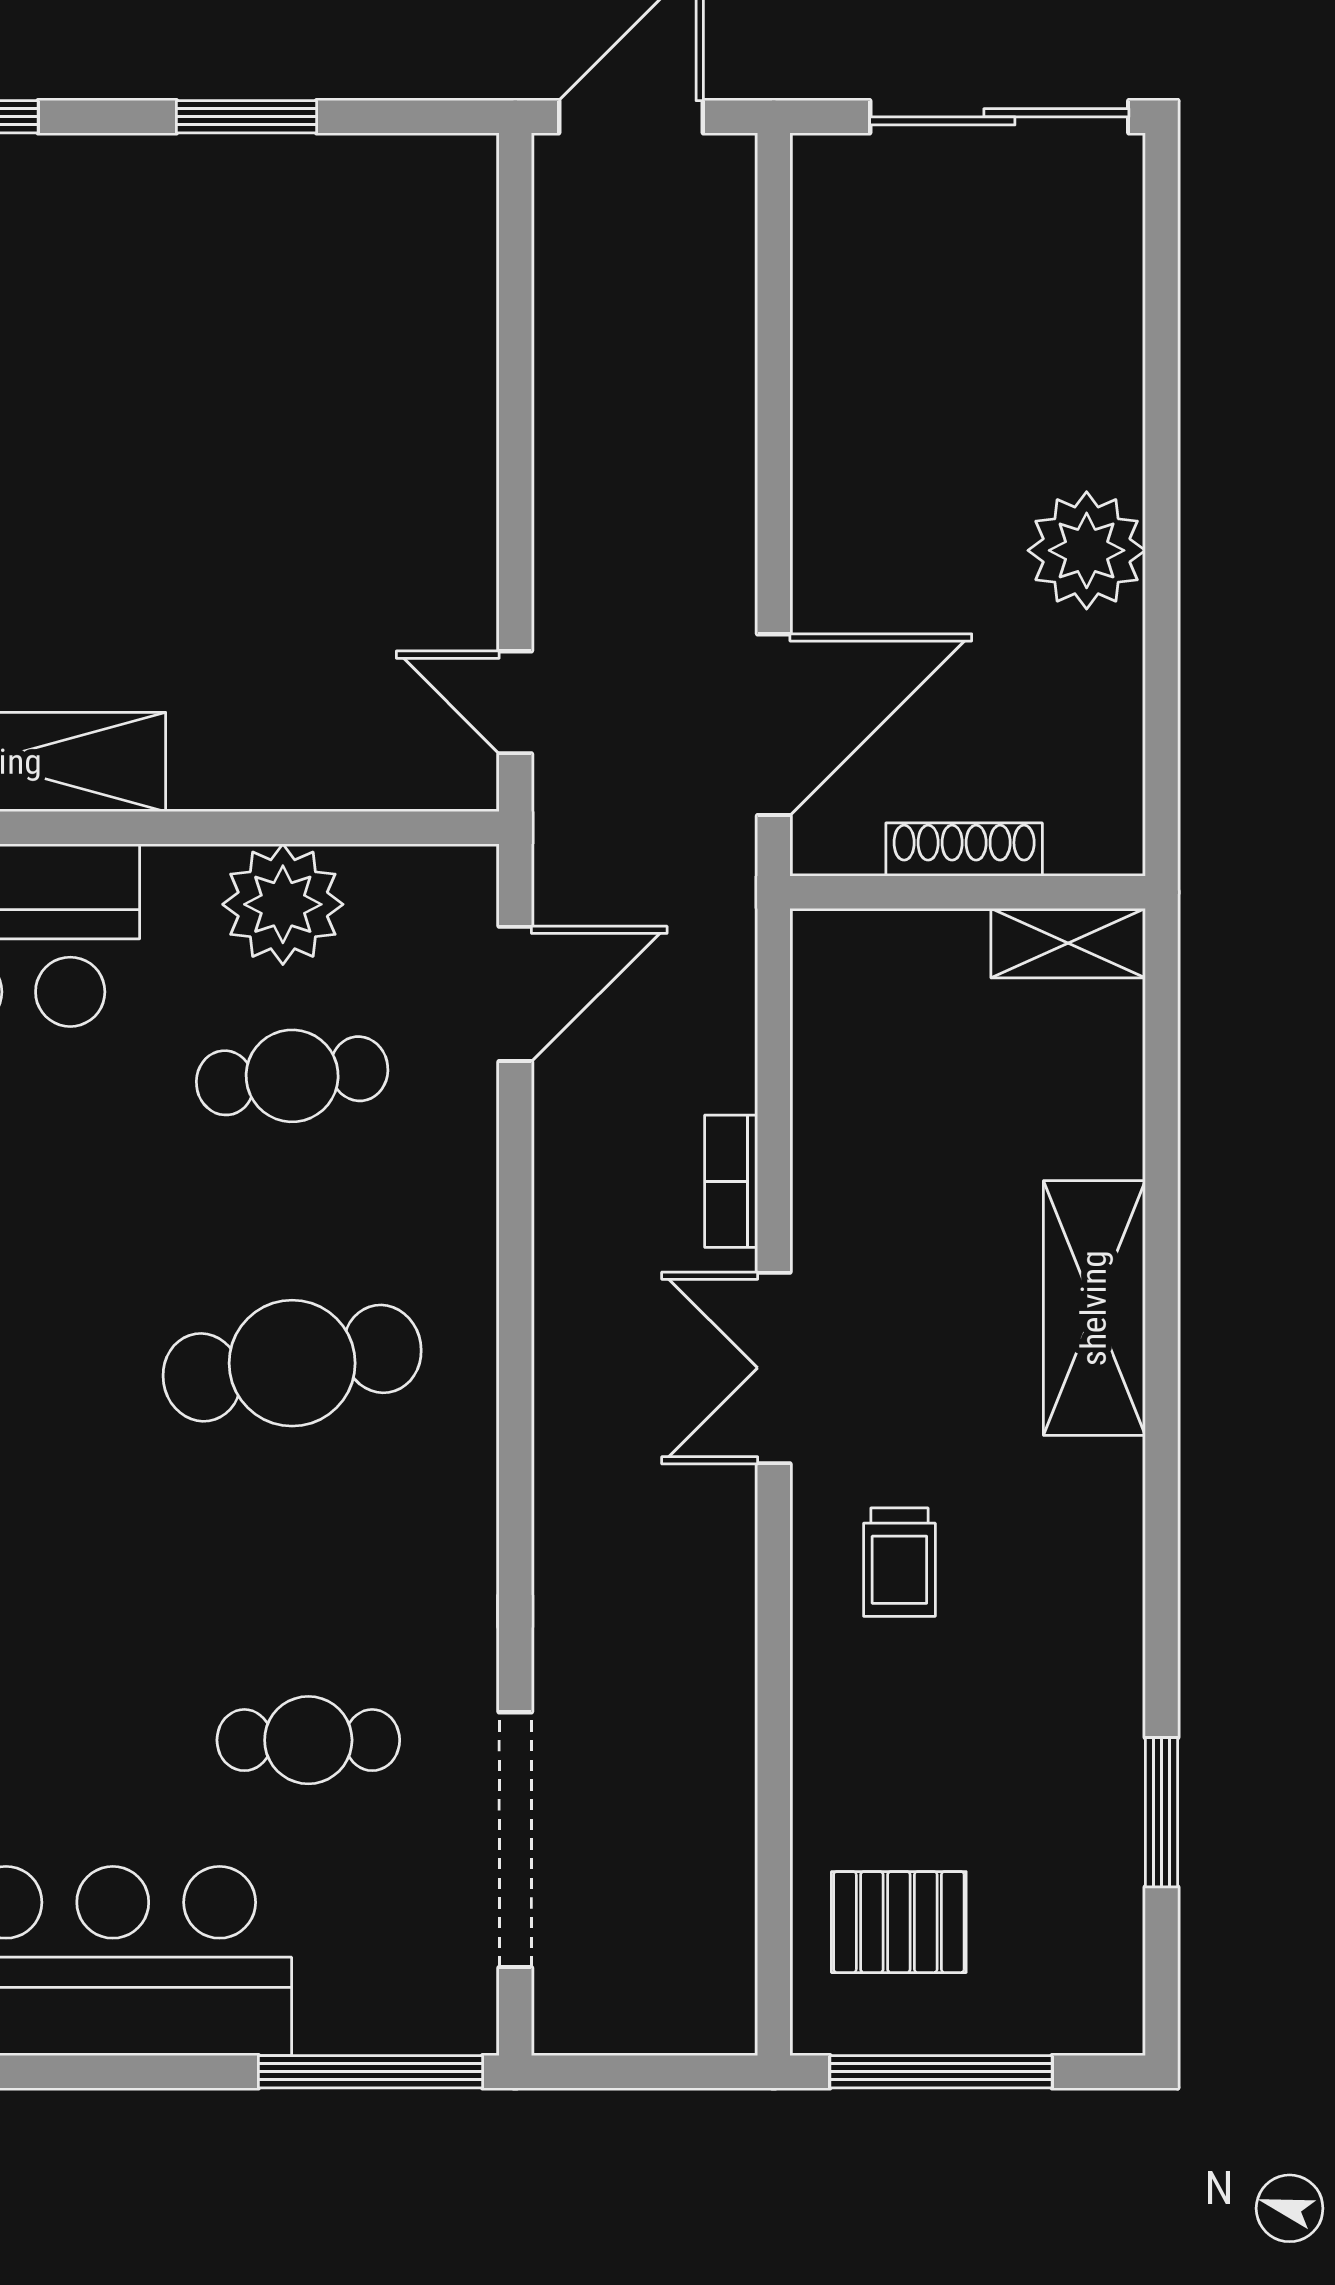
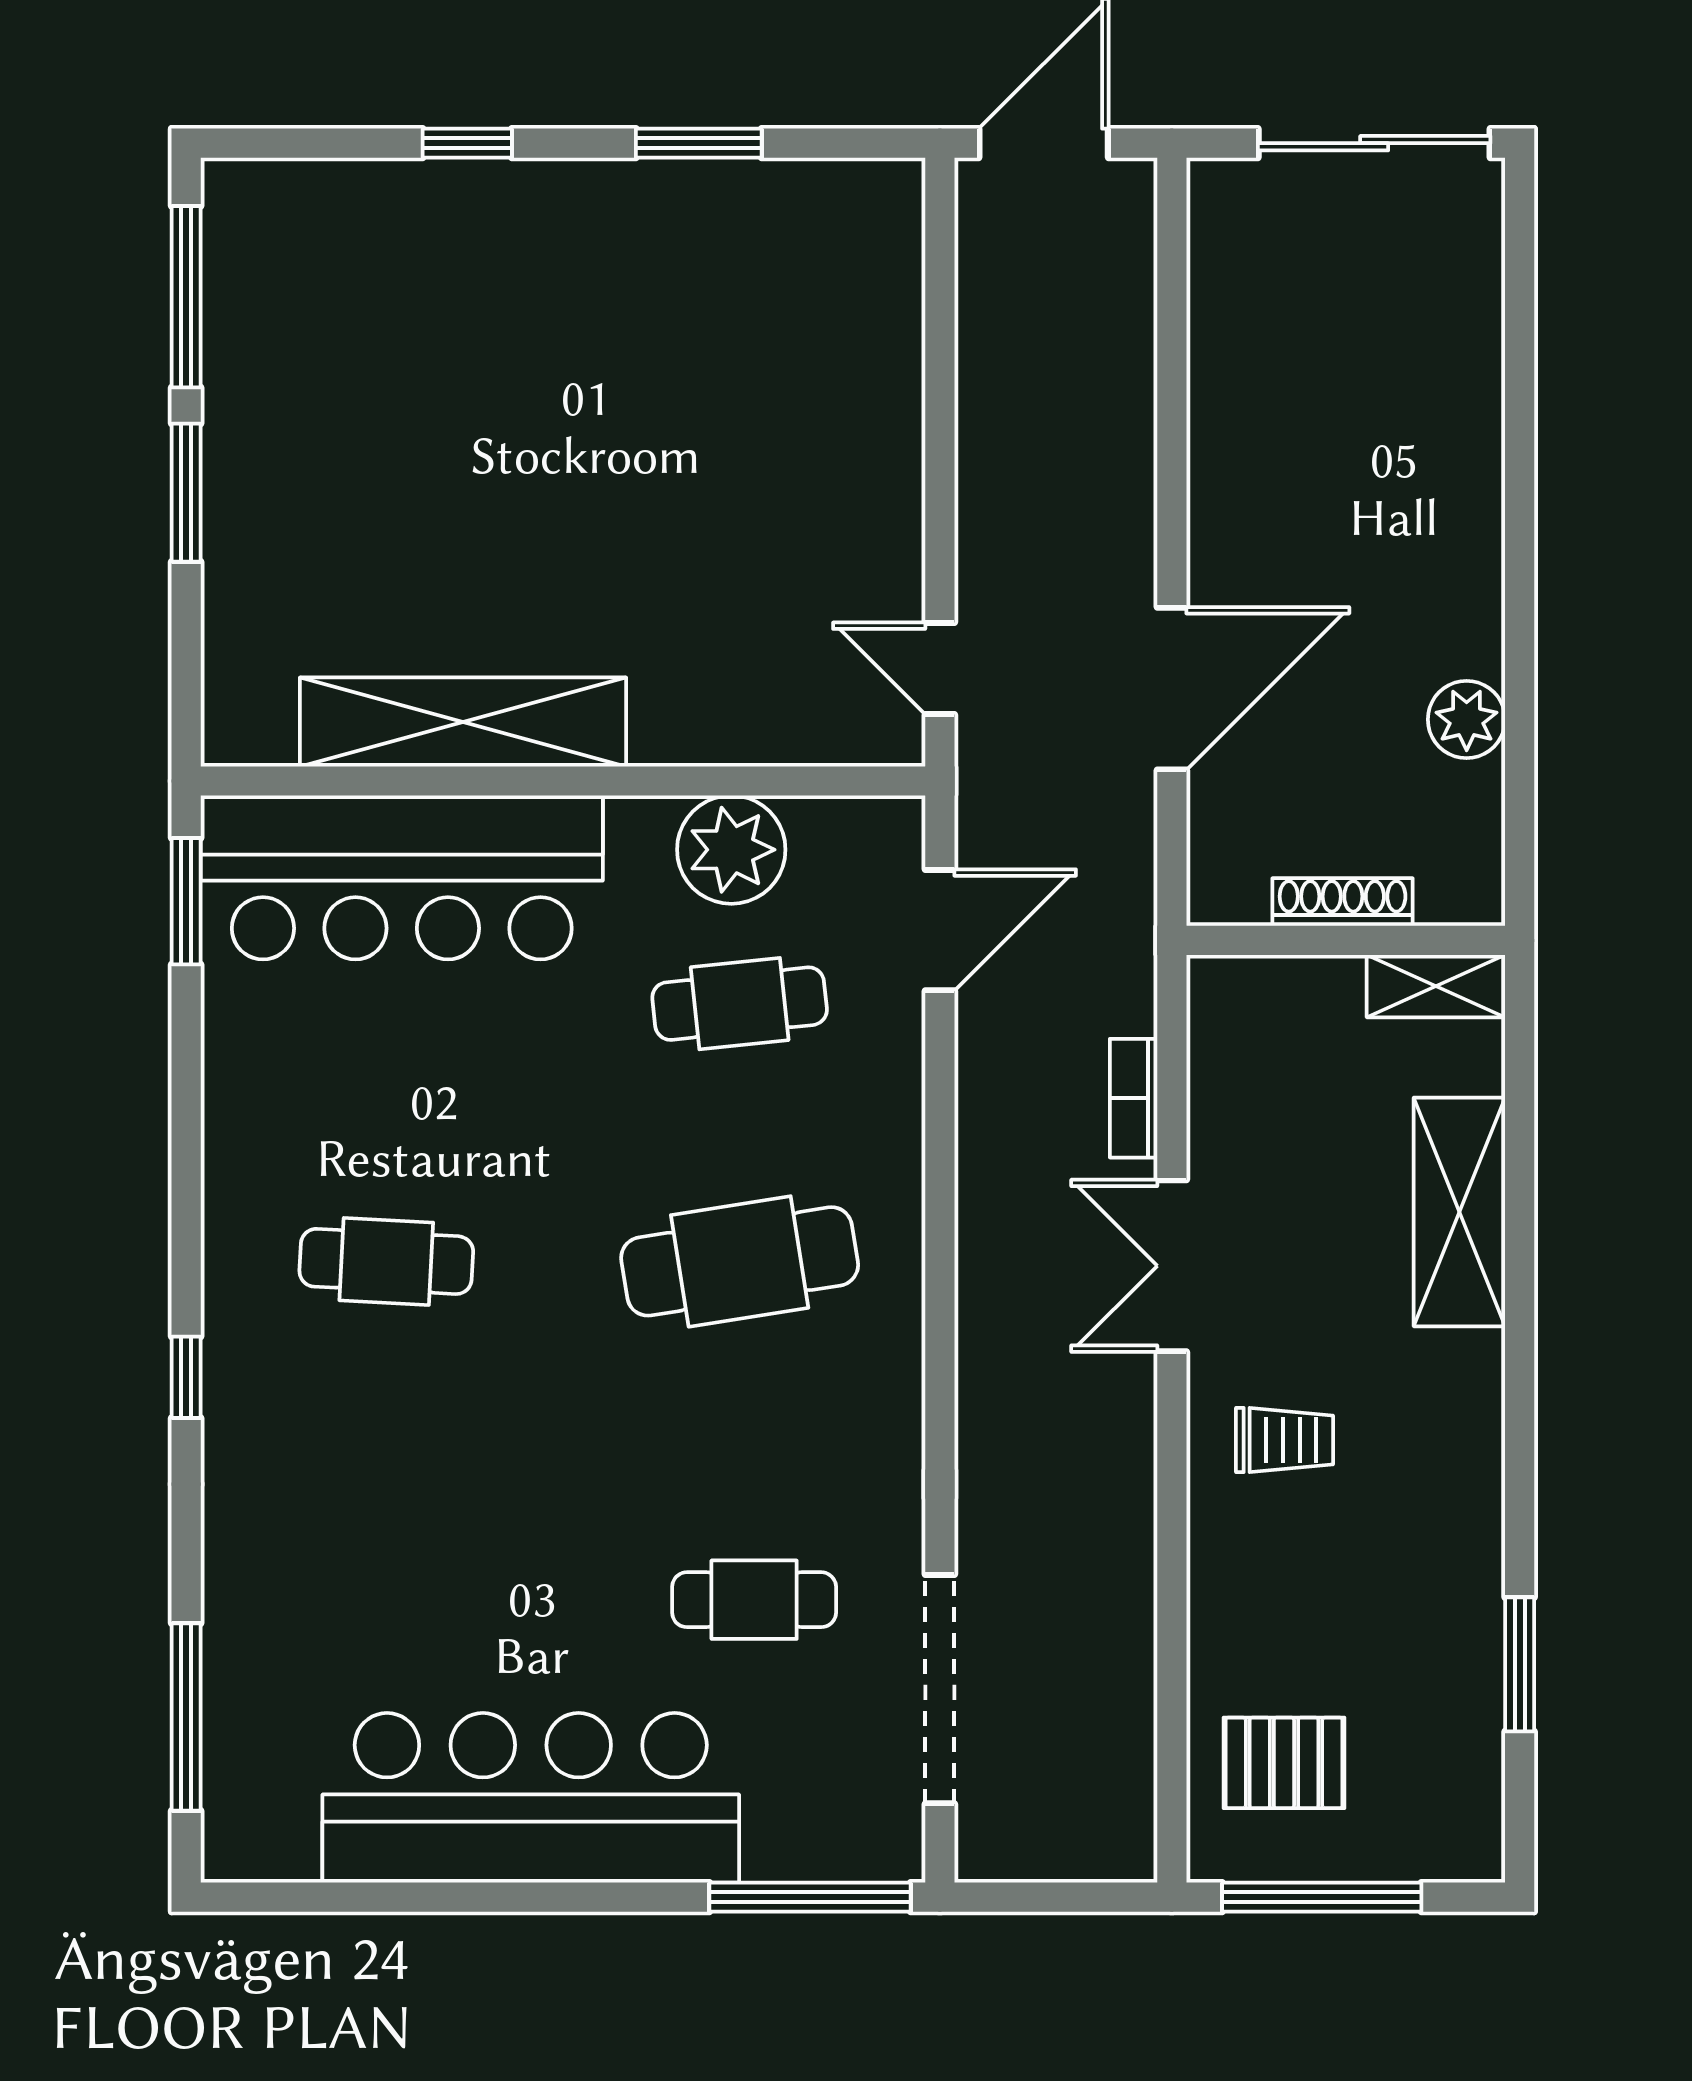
plant: (1087, 550) -> (1467, 719), moved, width x0.73, depth x0.73
shoe rack: (964, 850) -> (1343, 902), moved
wall: (968, 892) -> (1346, 940), moved
shelving: (1068, 943) -> (1436, 986), moved
trolley: (899, 1562) -> (1285, 1440), turned -90

